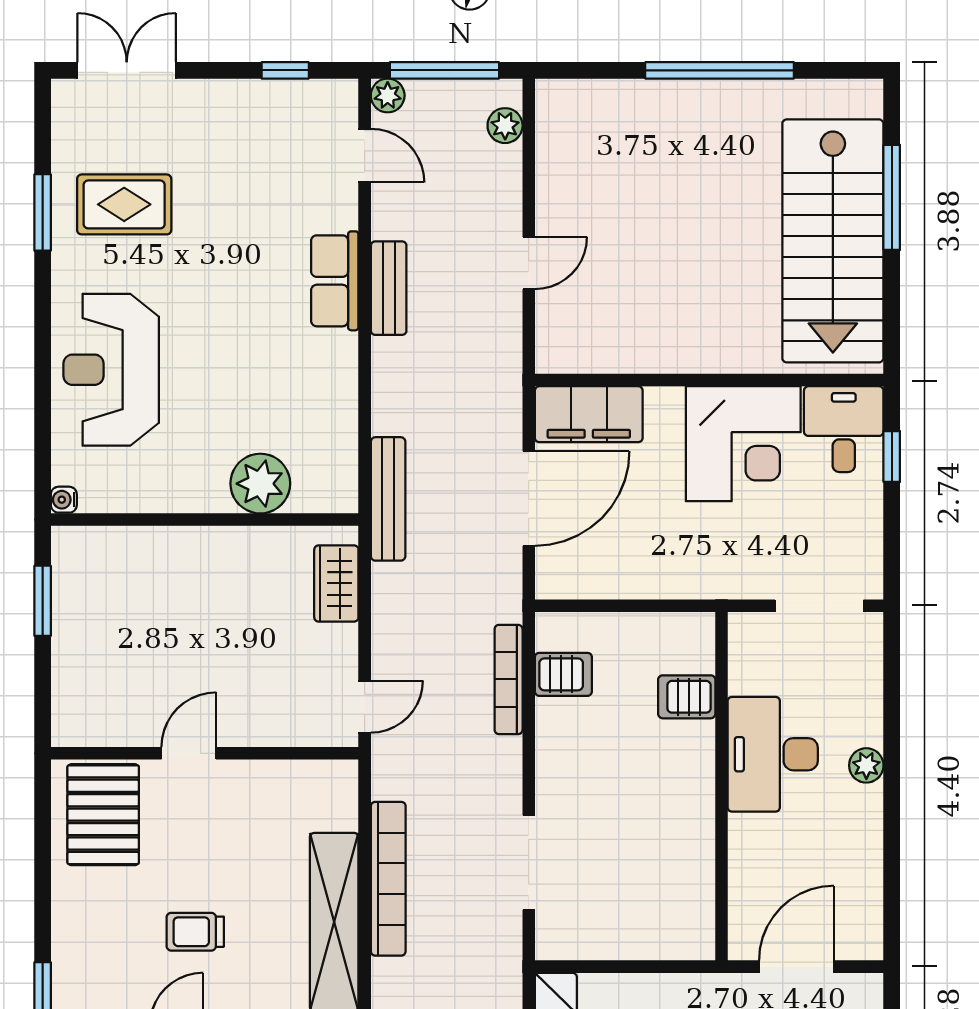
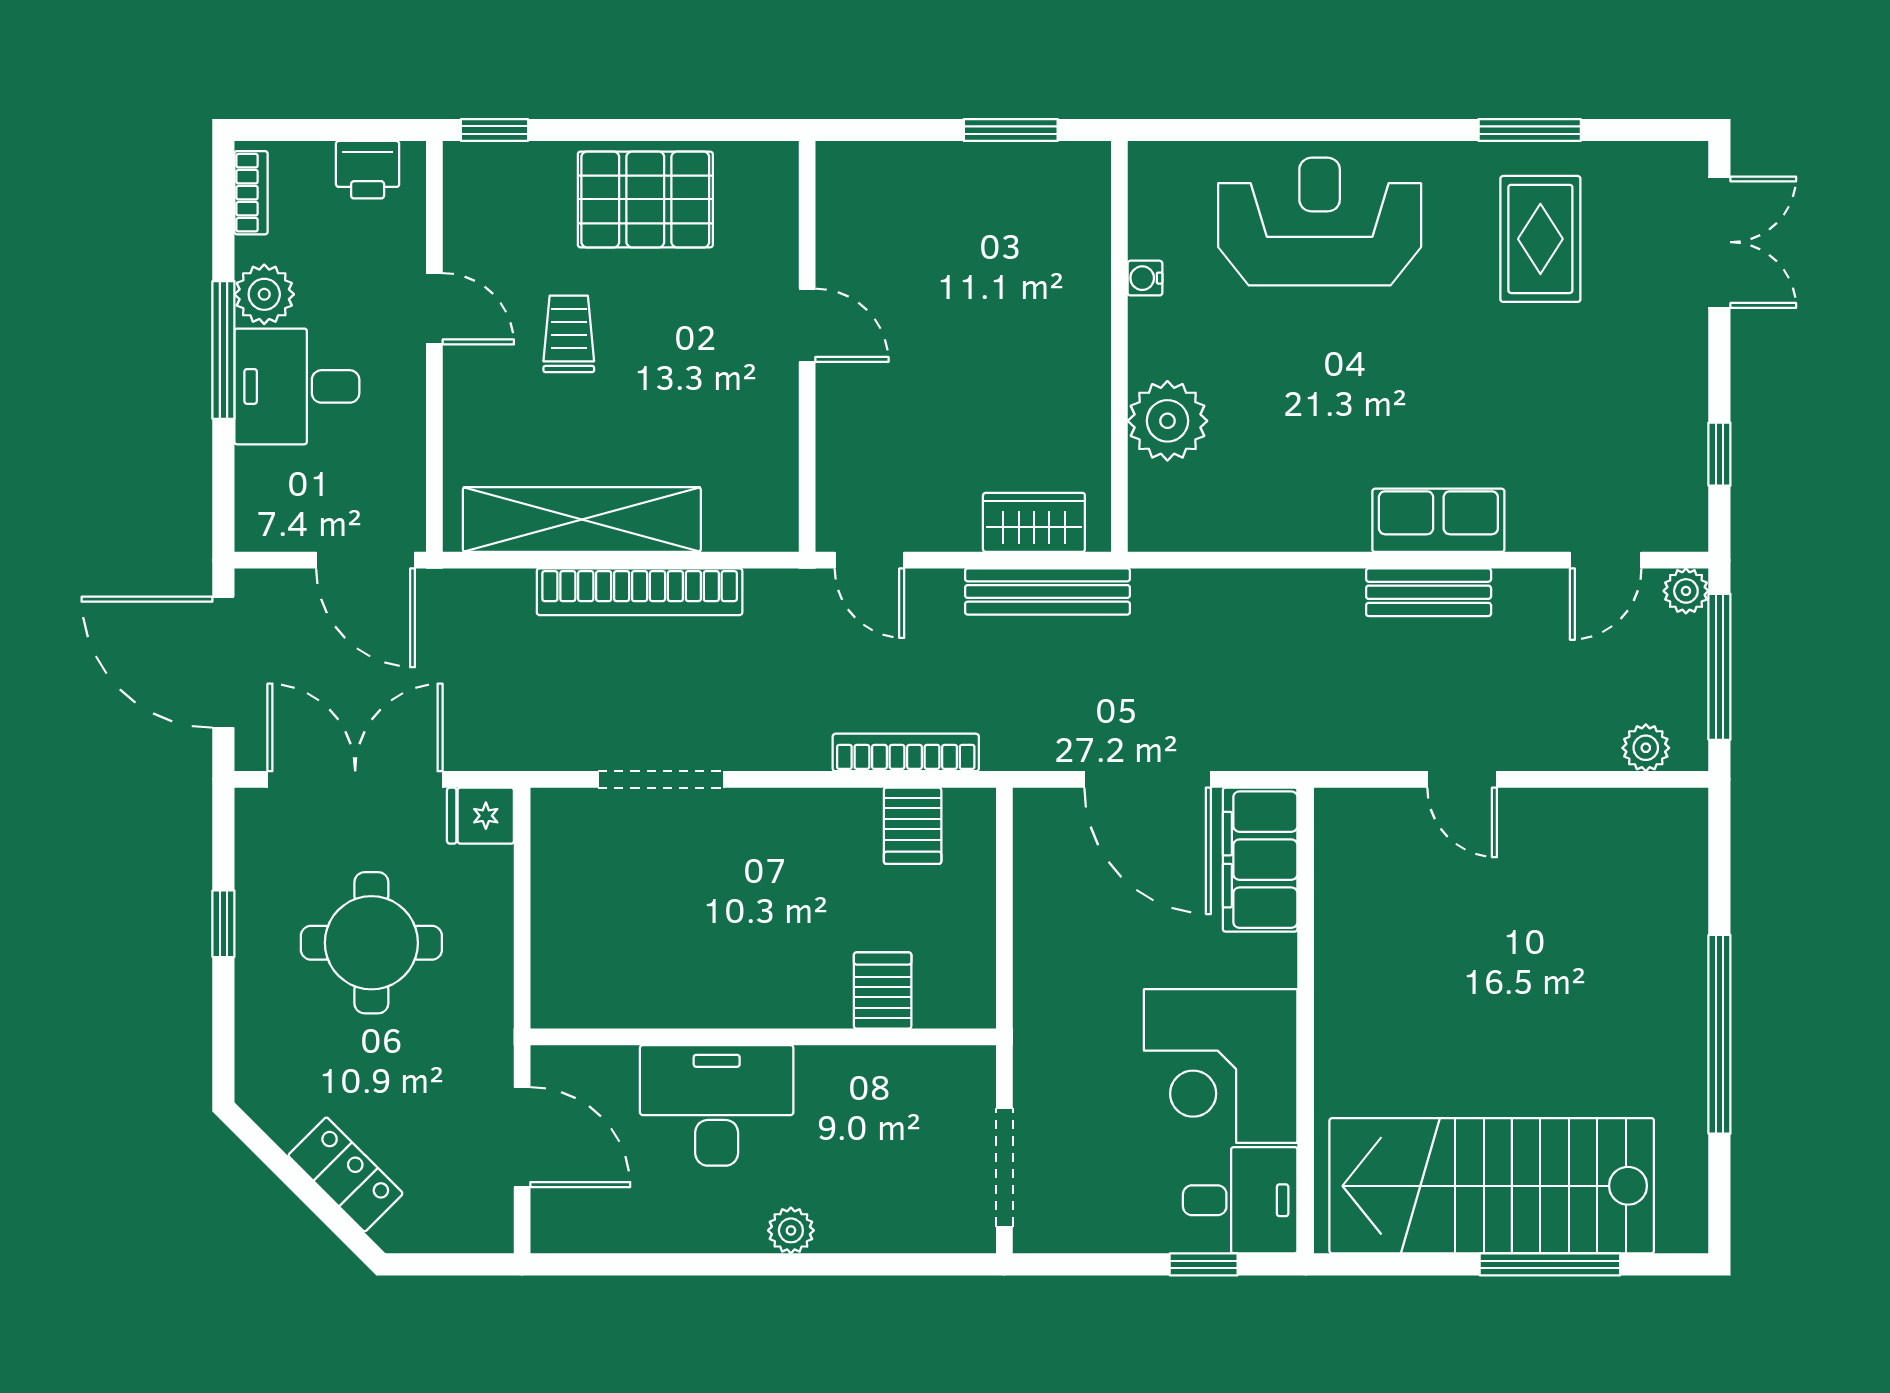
bench: (388, 499) -> (1047, 591), moved
water cooler: (64, 500) -> (1145, 278), moved, turned -90
desk: (773, 754) -> (717, 1105), moved
pallet: (103, 815) -> (645, 199), moved

